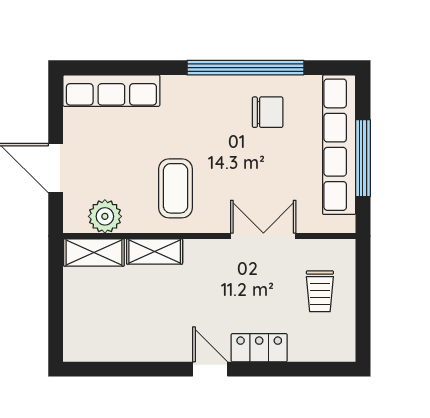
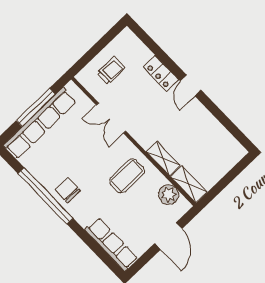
chair: (268, 112) -> (68, 190), moved

